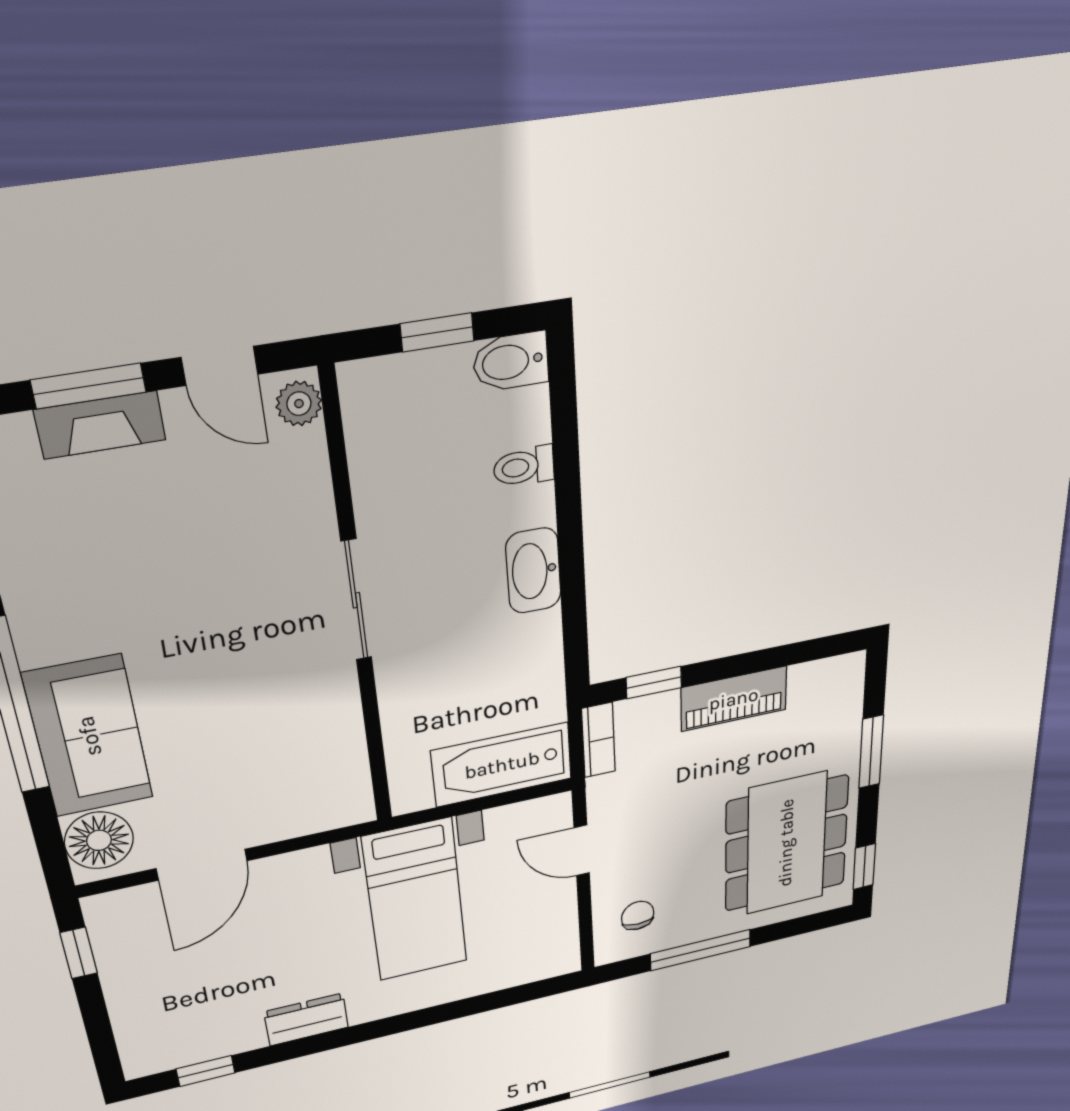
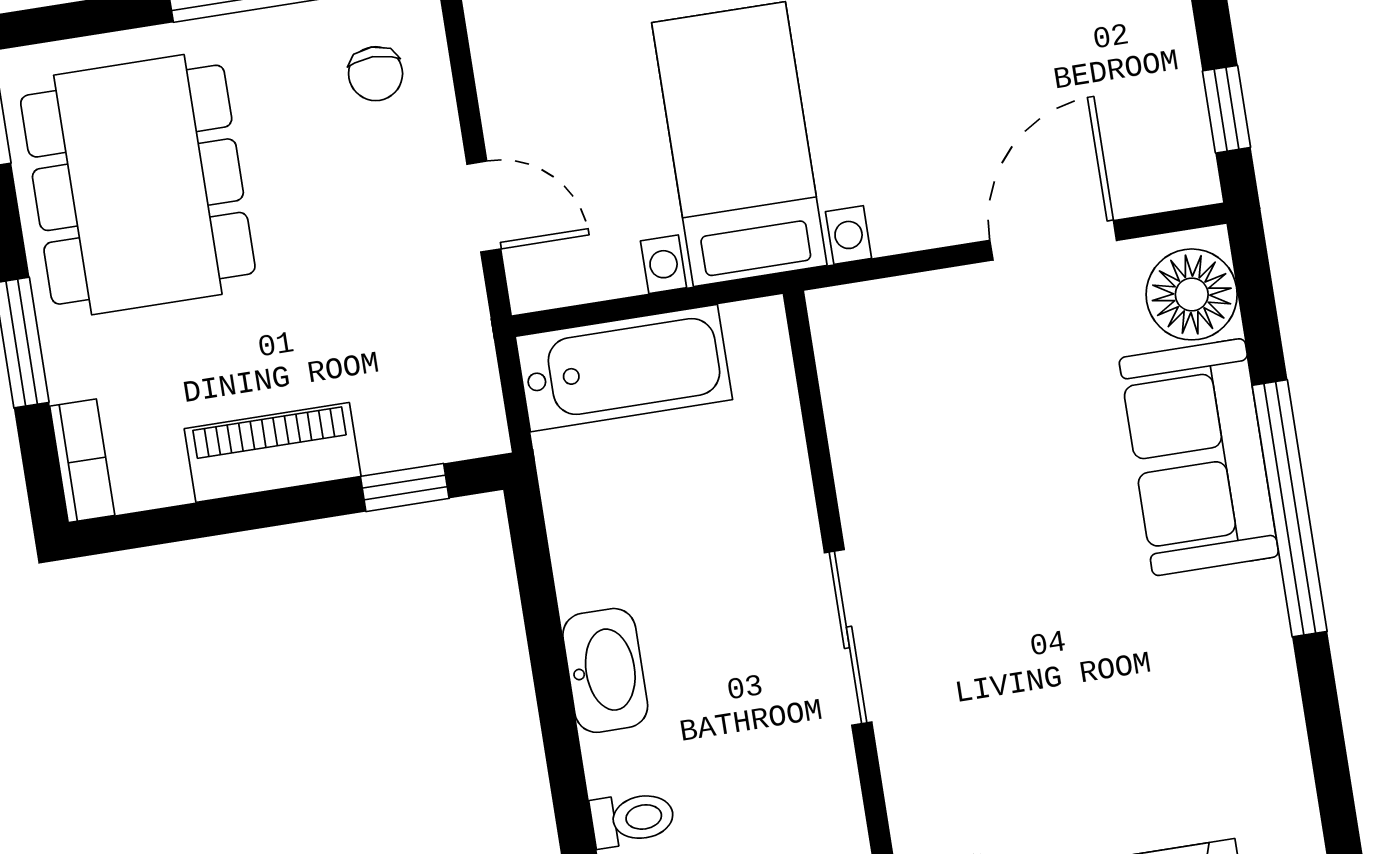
bookcase: (598, 740) -> (82, 461), moved, turned 180

